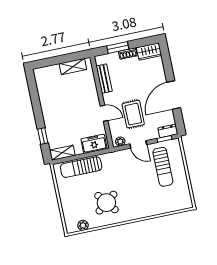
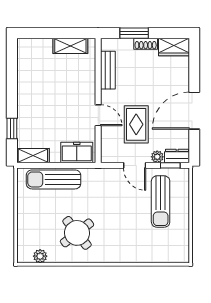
plant: (120, 142) -> (157, 157), moved

